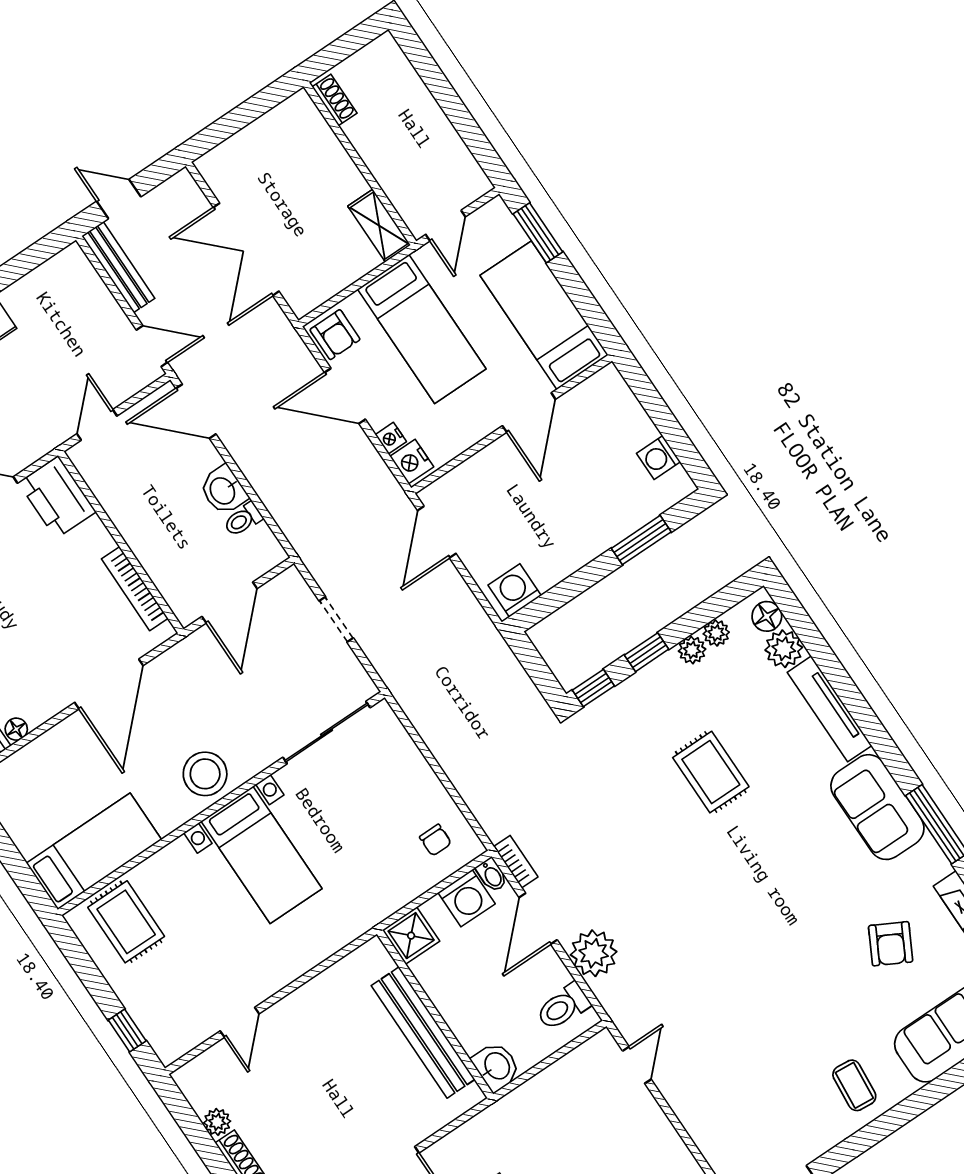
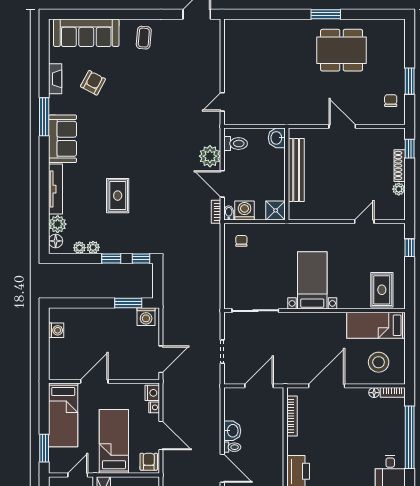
toilet: (243, 519) -> (232, 447), moved
window: (641, 540) -> (128, 303), moved
stool: (205, 774) -> (379, 362), moved
door: (538, 919) -> (222, 184), swing flipped

